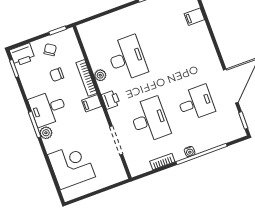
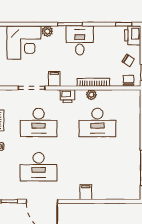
filing cabinet: (194, 17) -> (86, 192), moved
chair: (57, 75) -> (129, 80), moved
filing cabinet: (92, 103) -> (54, 79), moved
desk: (196, 103) -> (39, 167), width x1.37
plant: (46, 133) -> (47, 31), moved

